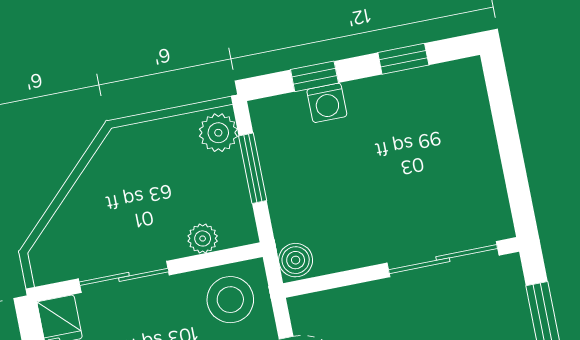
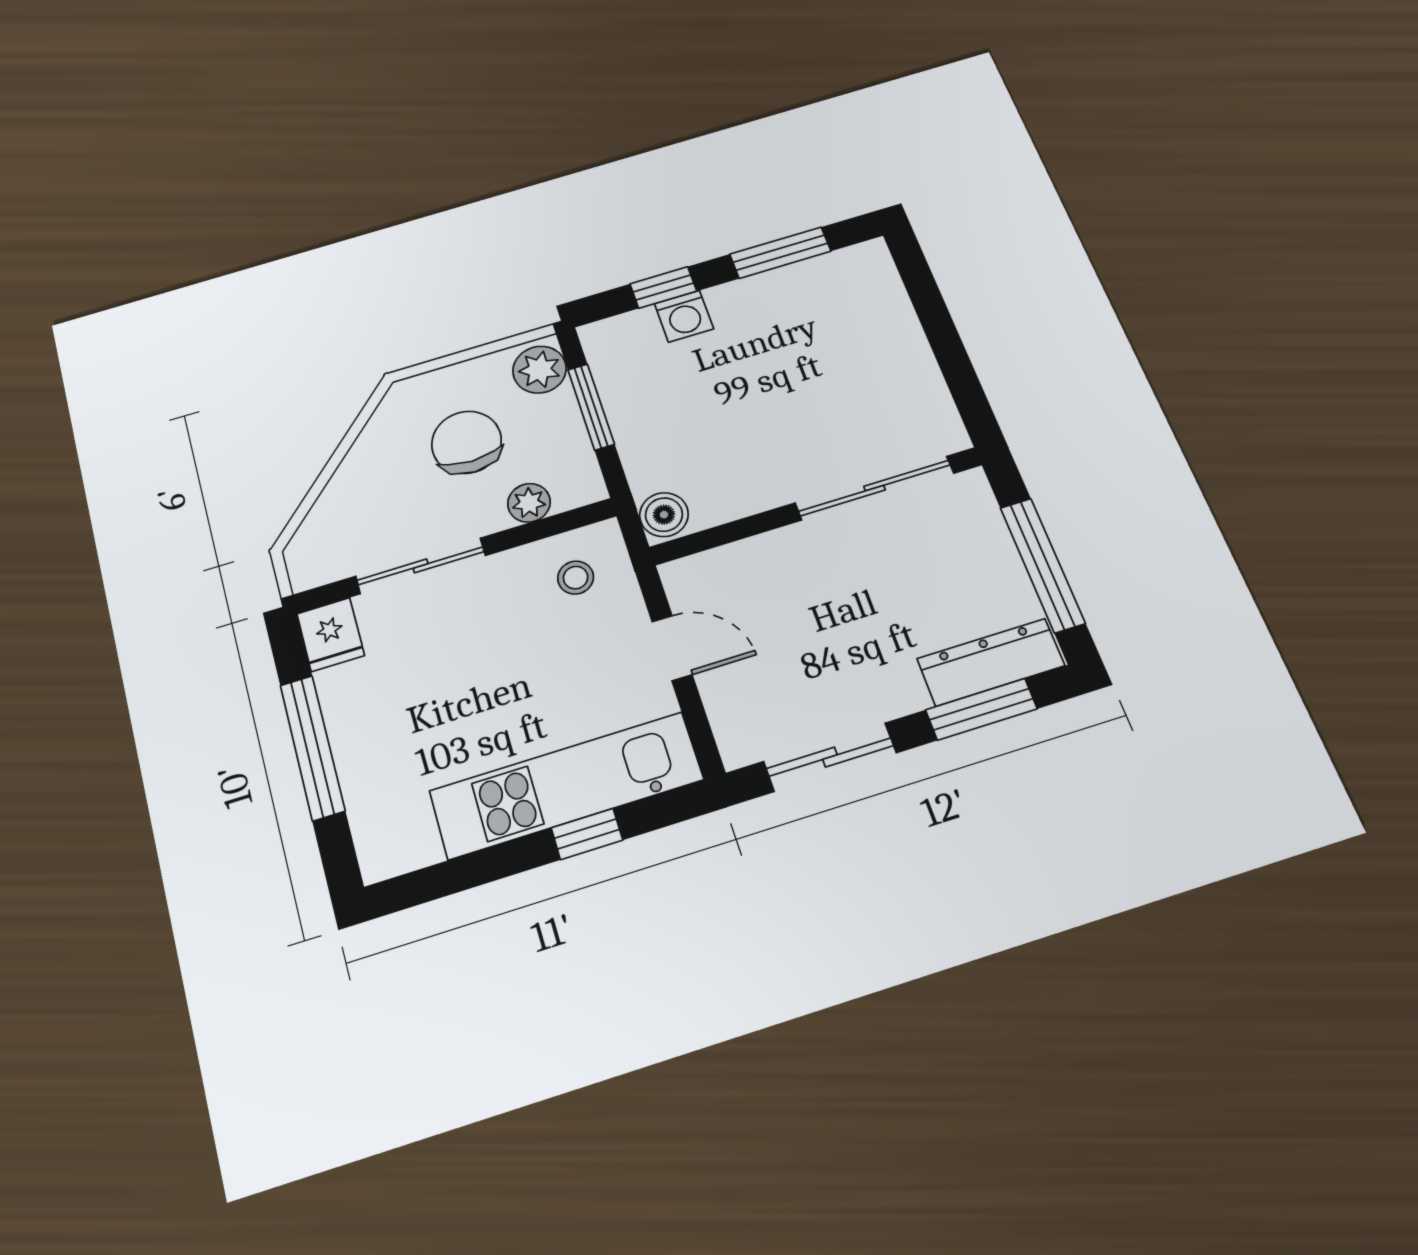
window: (403, 59) -> (780, 253), width x1.50
chair: (162, 185) -> (466, 442), added
stool: (230, 300) -> (576, 578), width x0.53, depth x0.53

